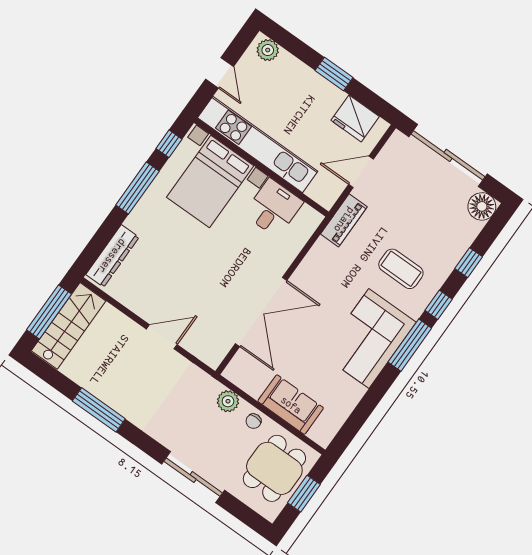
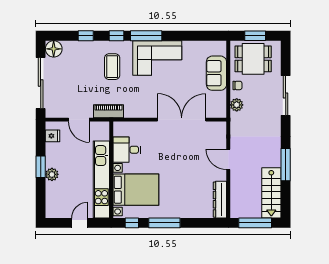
plant: (268, 50) -> (52, 174), moved
fridge: (355, 118) -> (52, 136), width x0.53, depth x0.75
dresser: (112, 256) -> (220, 200), moved, turned -90
stairs: (69, 326) -> (271, 193), moved, turned -90

